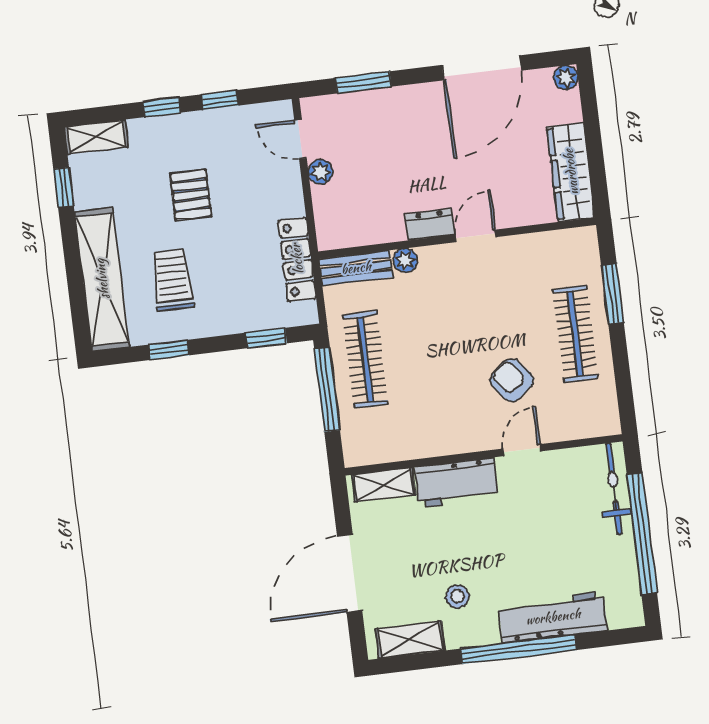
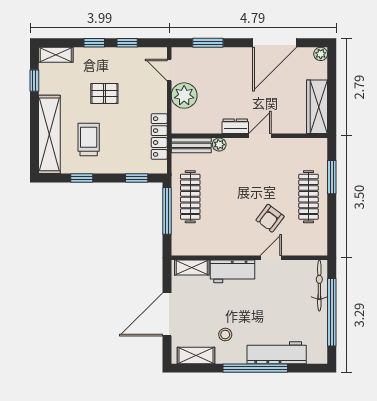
plant: (321, 172) -> (184, 96), width x1.87, depth x1.87
pallet: (191, 195) -> (104, 93), turned 90
armchair: (512, 380) -> (270, 218), turned -104

